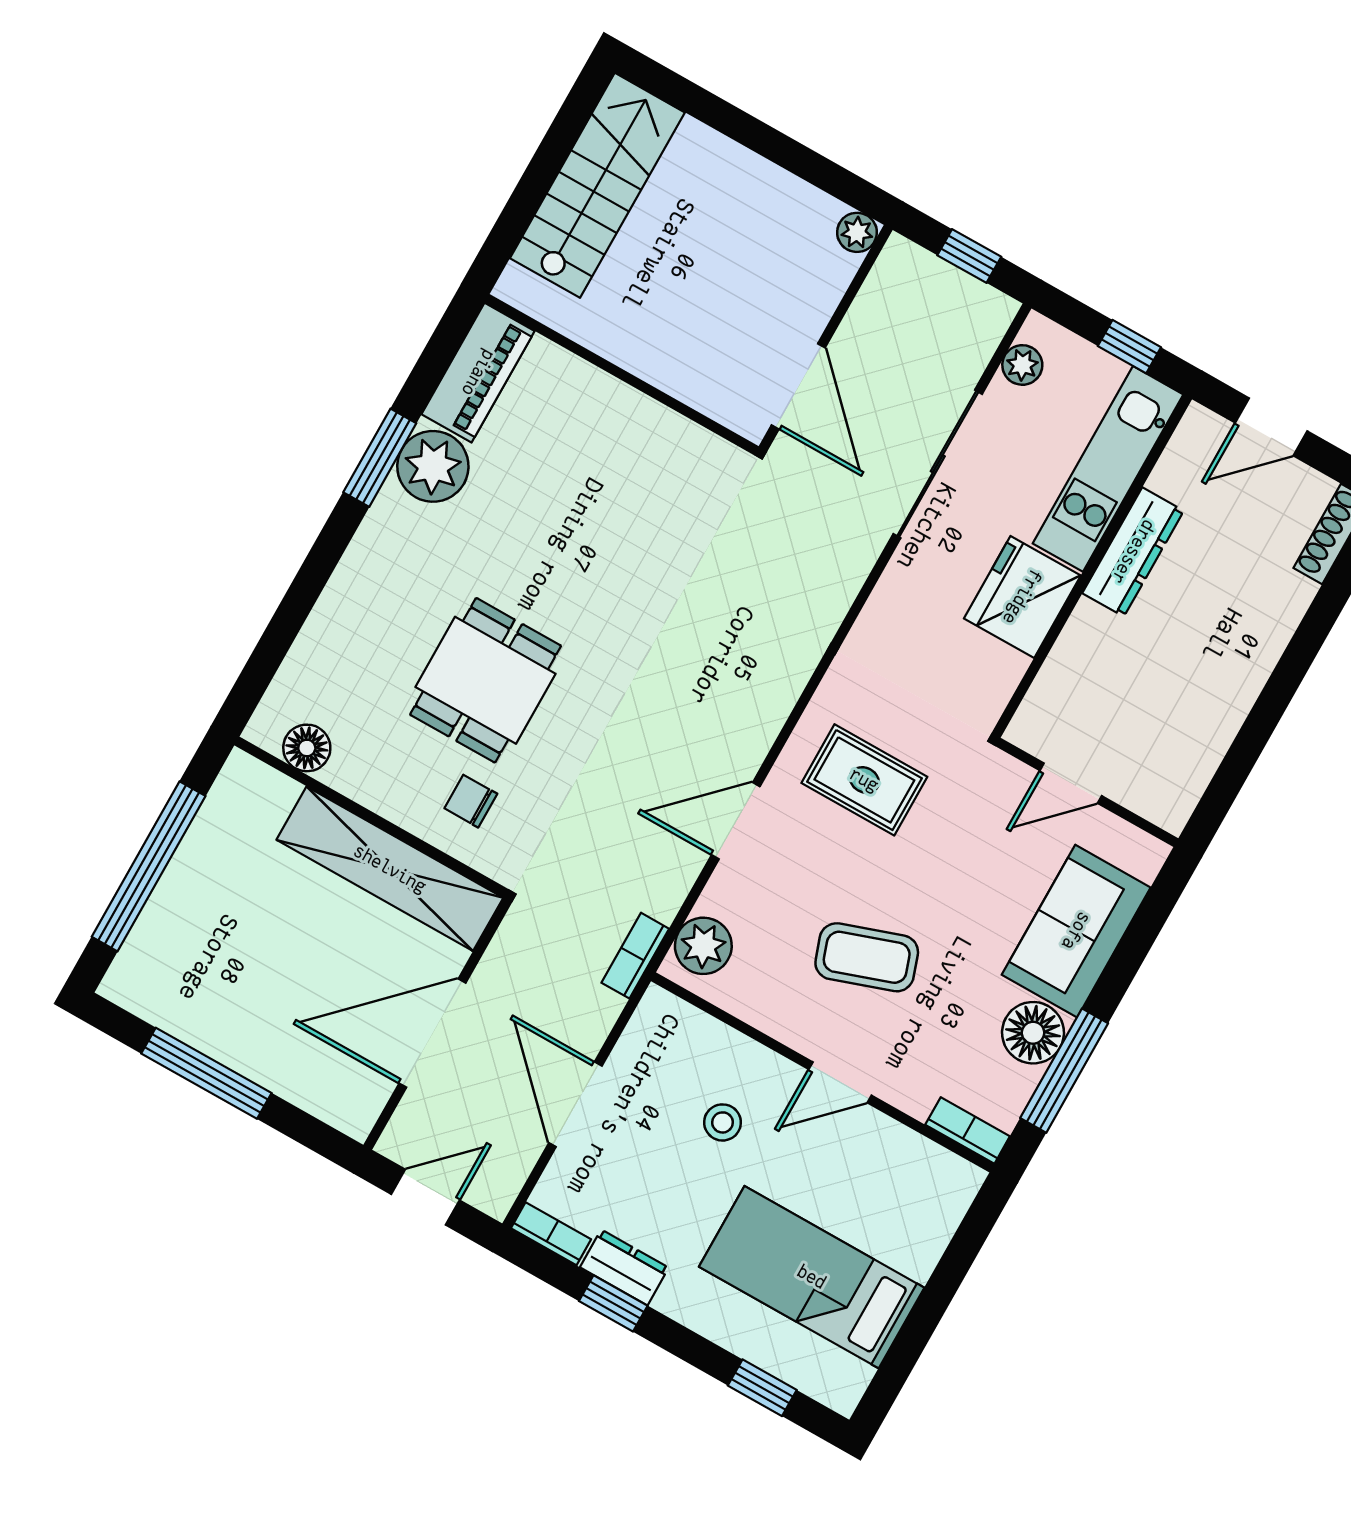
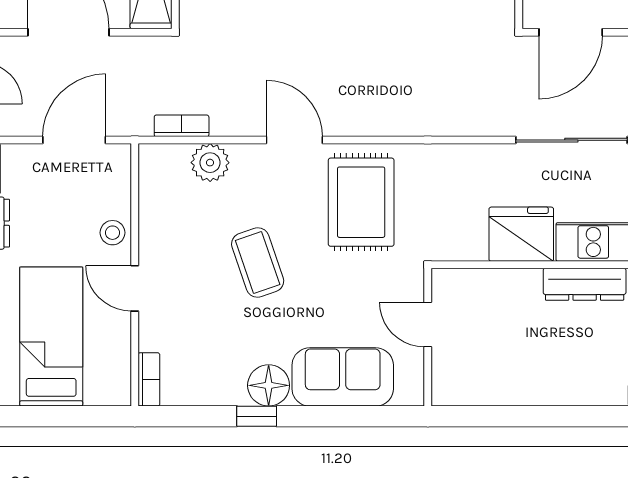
rug: (864, 780) -> (361, 202), width x1.36, depth x1.43
window: (1064, 1071) -> (257, 416), width x0.46
wall: (823, 1072) -> (135, 275), moved
door: (840, 1082) -> (135, 288), moved
bookcase: (968, 1130) -> (149, 379), moved

